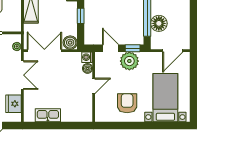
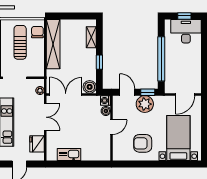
floor lamp: (159, 23) -> (172, 69), removed
armchair: (127, 103) -> (143, 143), turned -90

